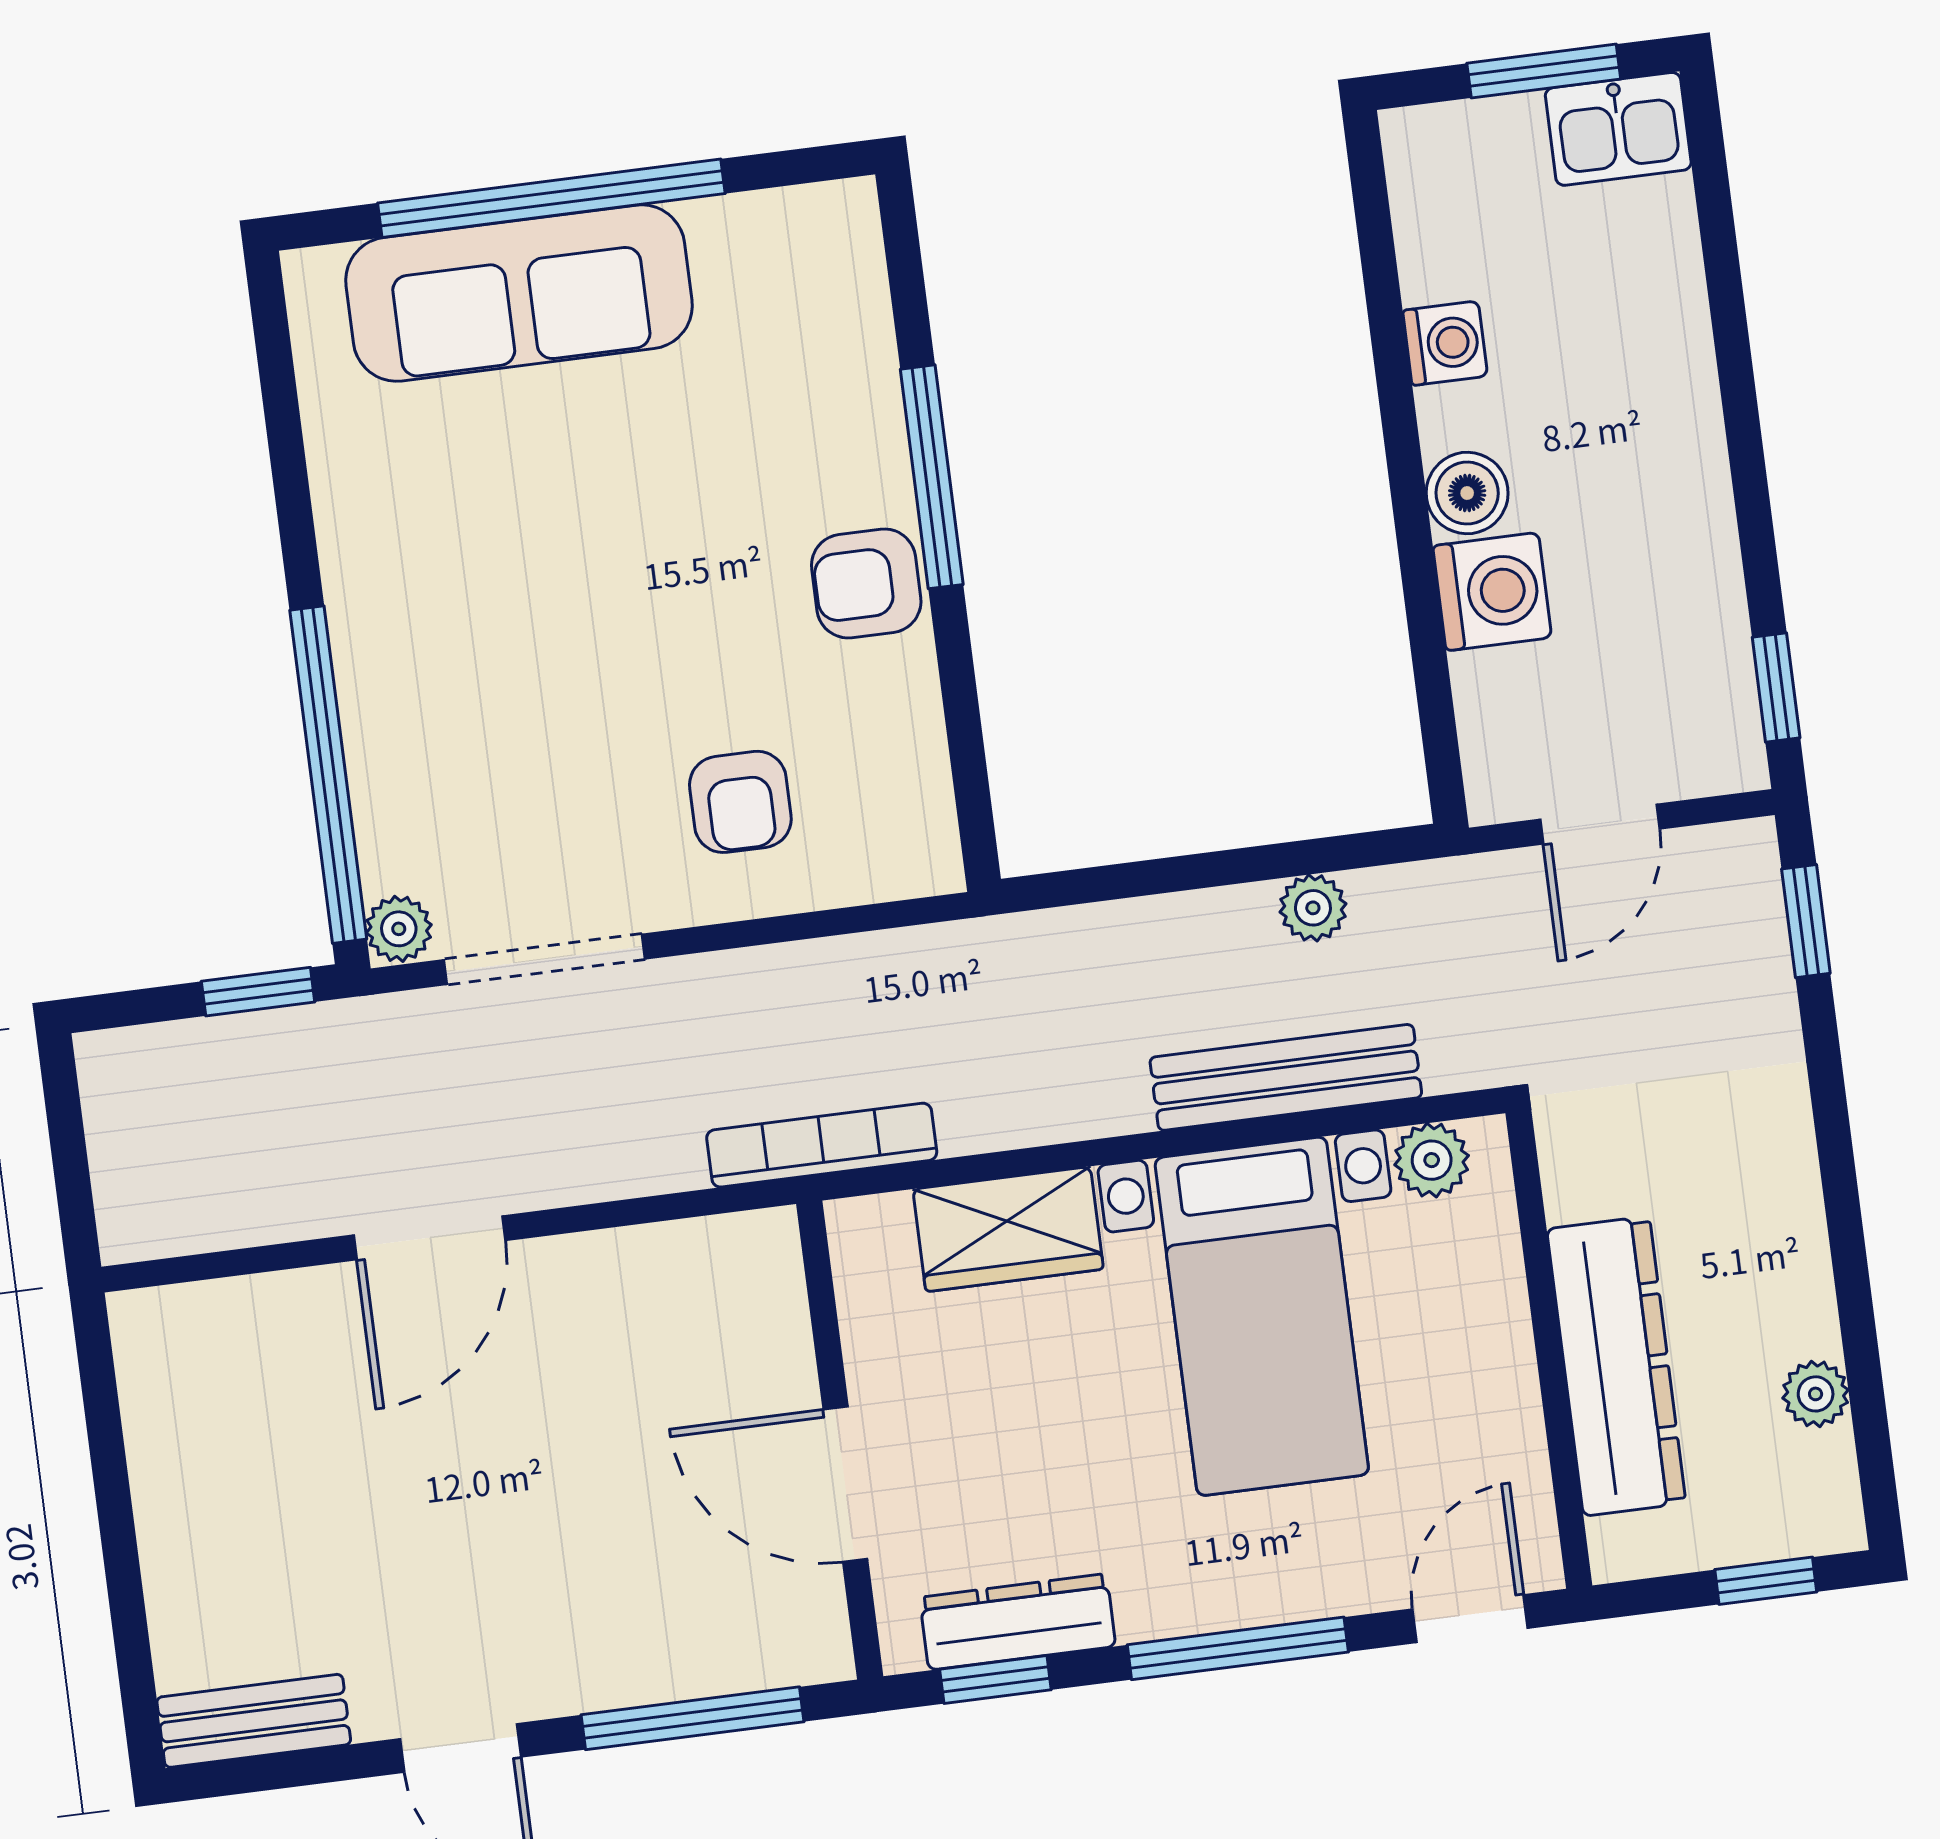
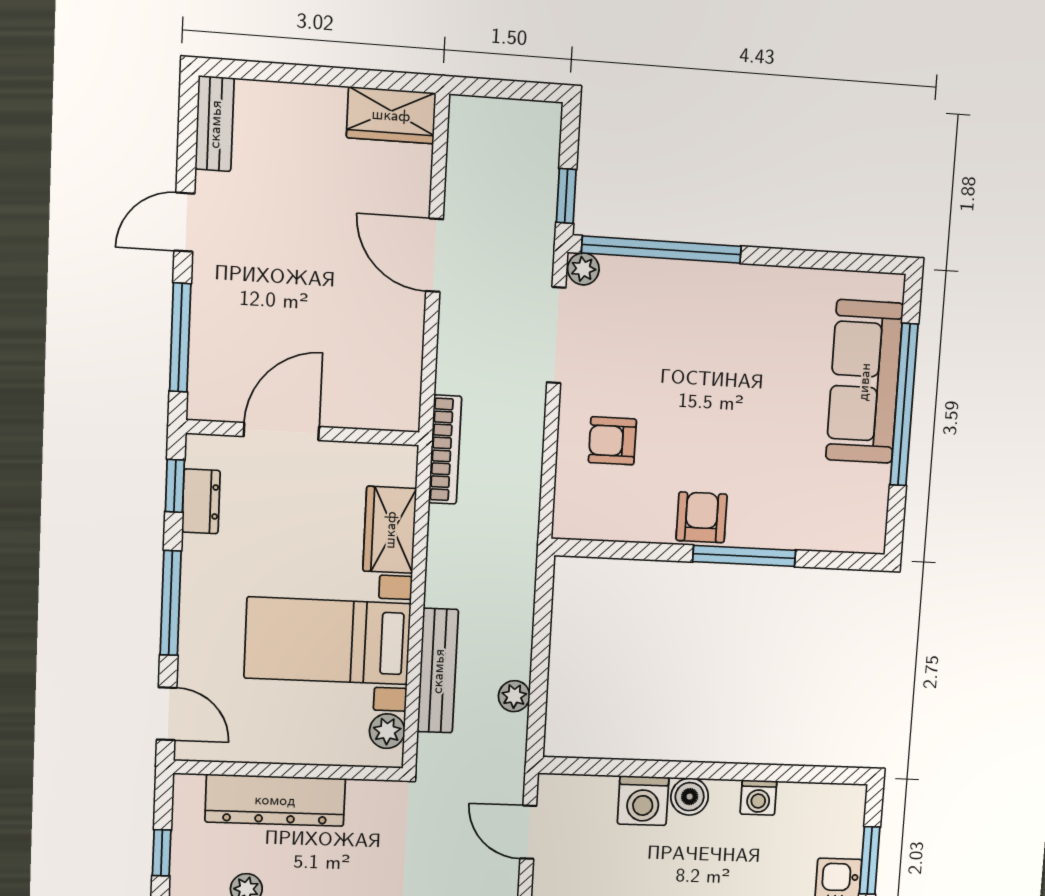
wardrobe: (167, 1374) -> (391, 115), added
dresser: (1018, 1622) -> (201, 501), width x0.70

